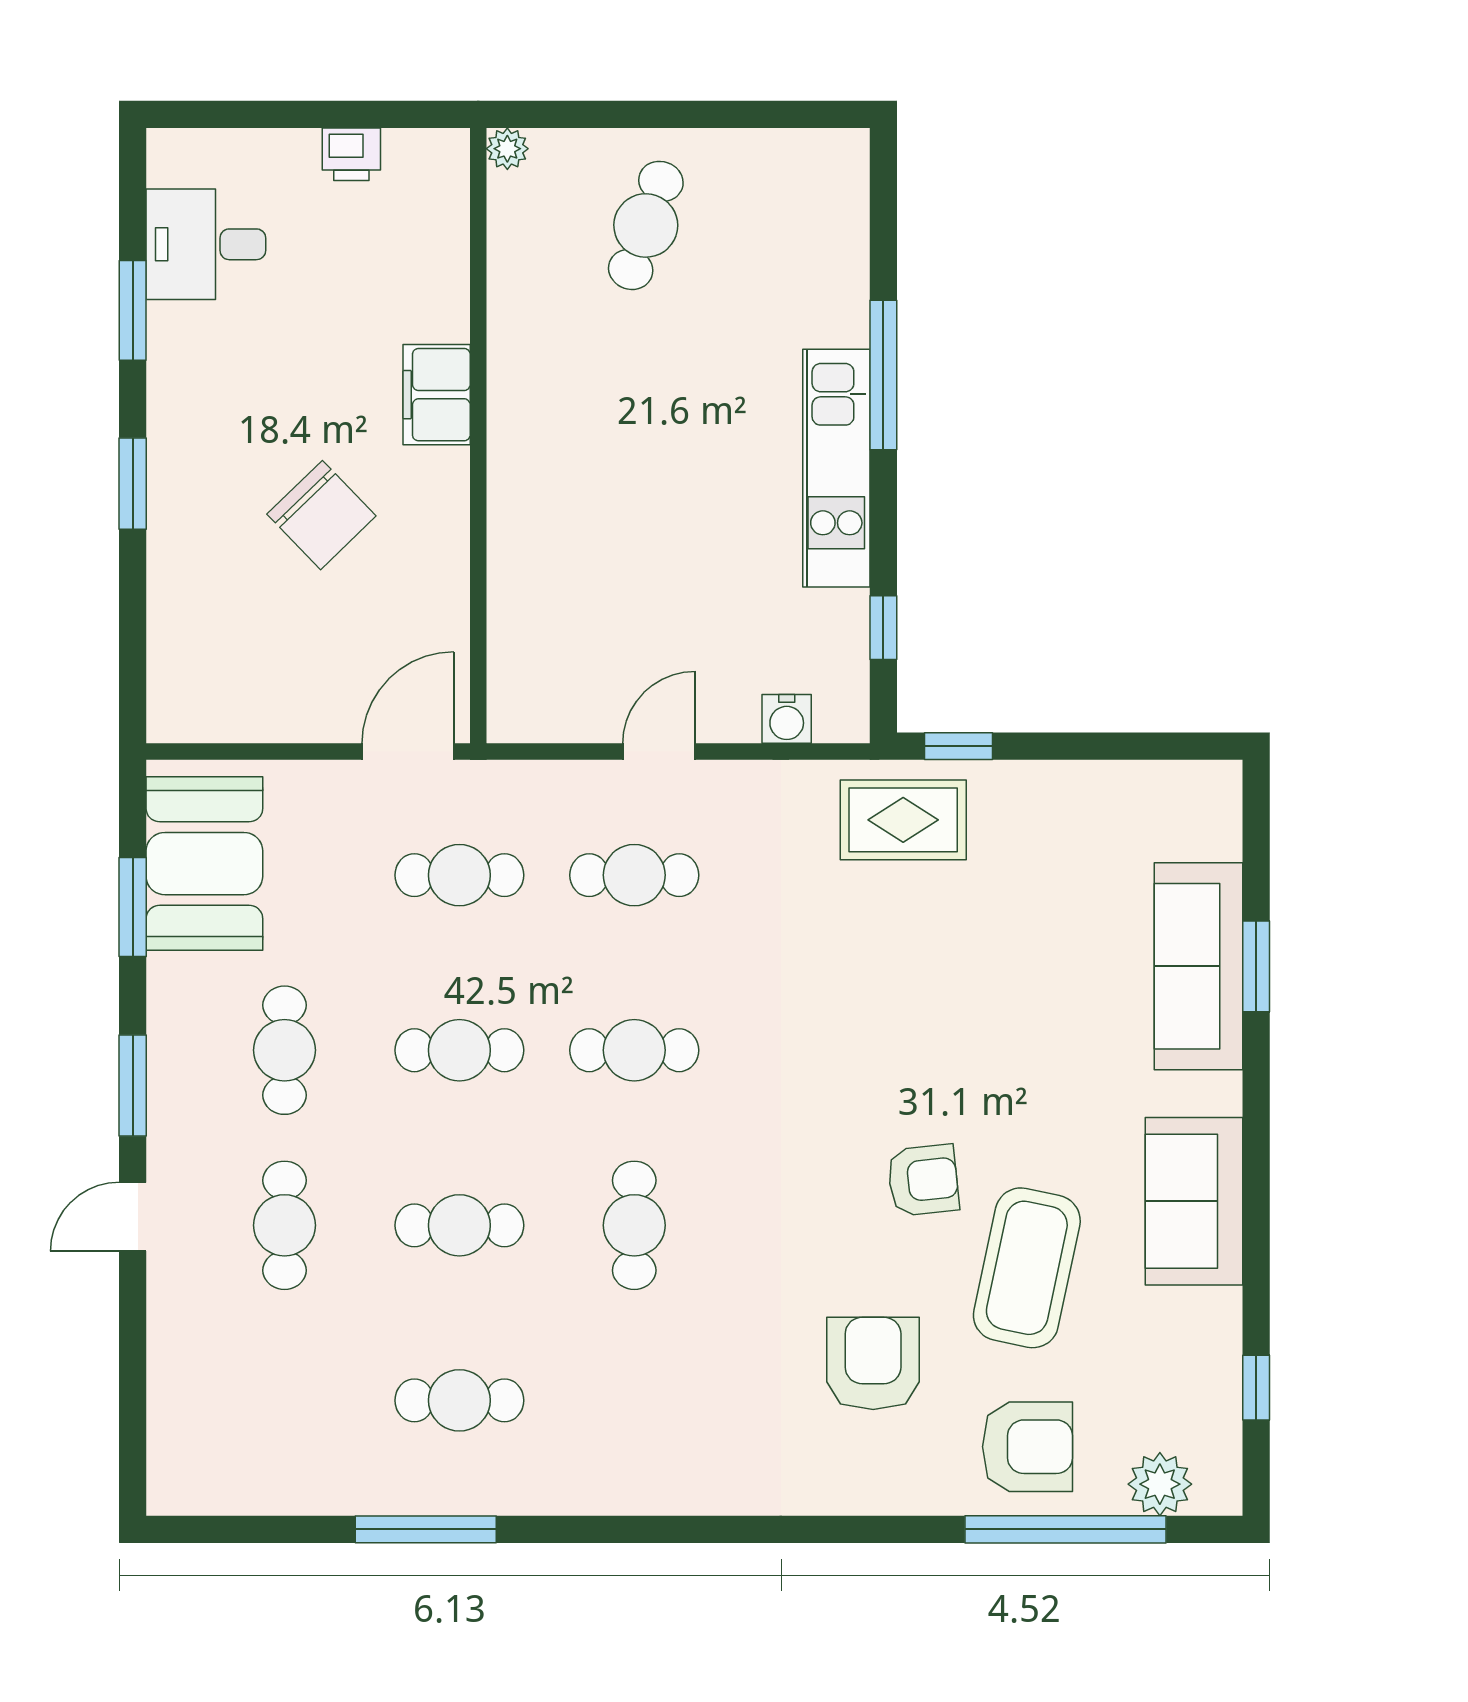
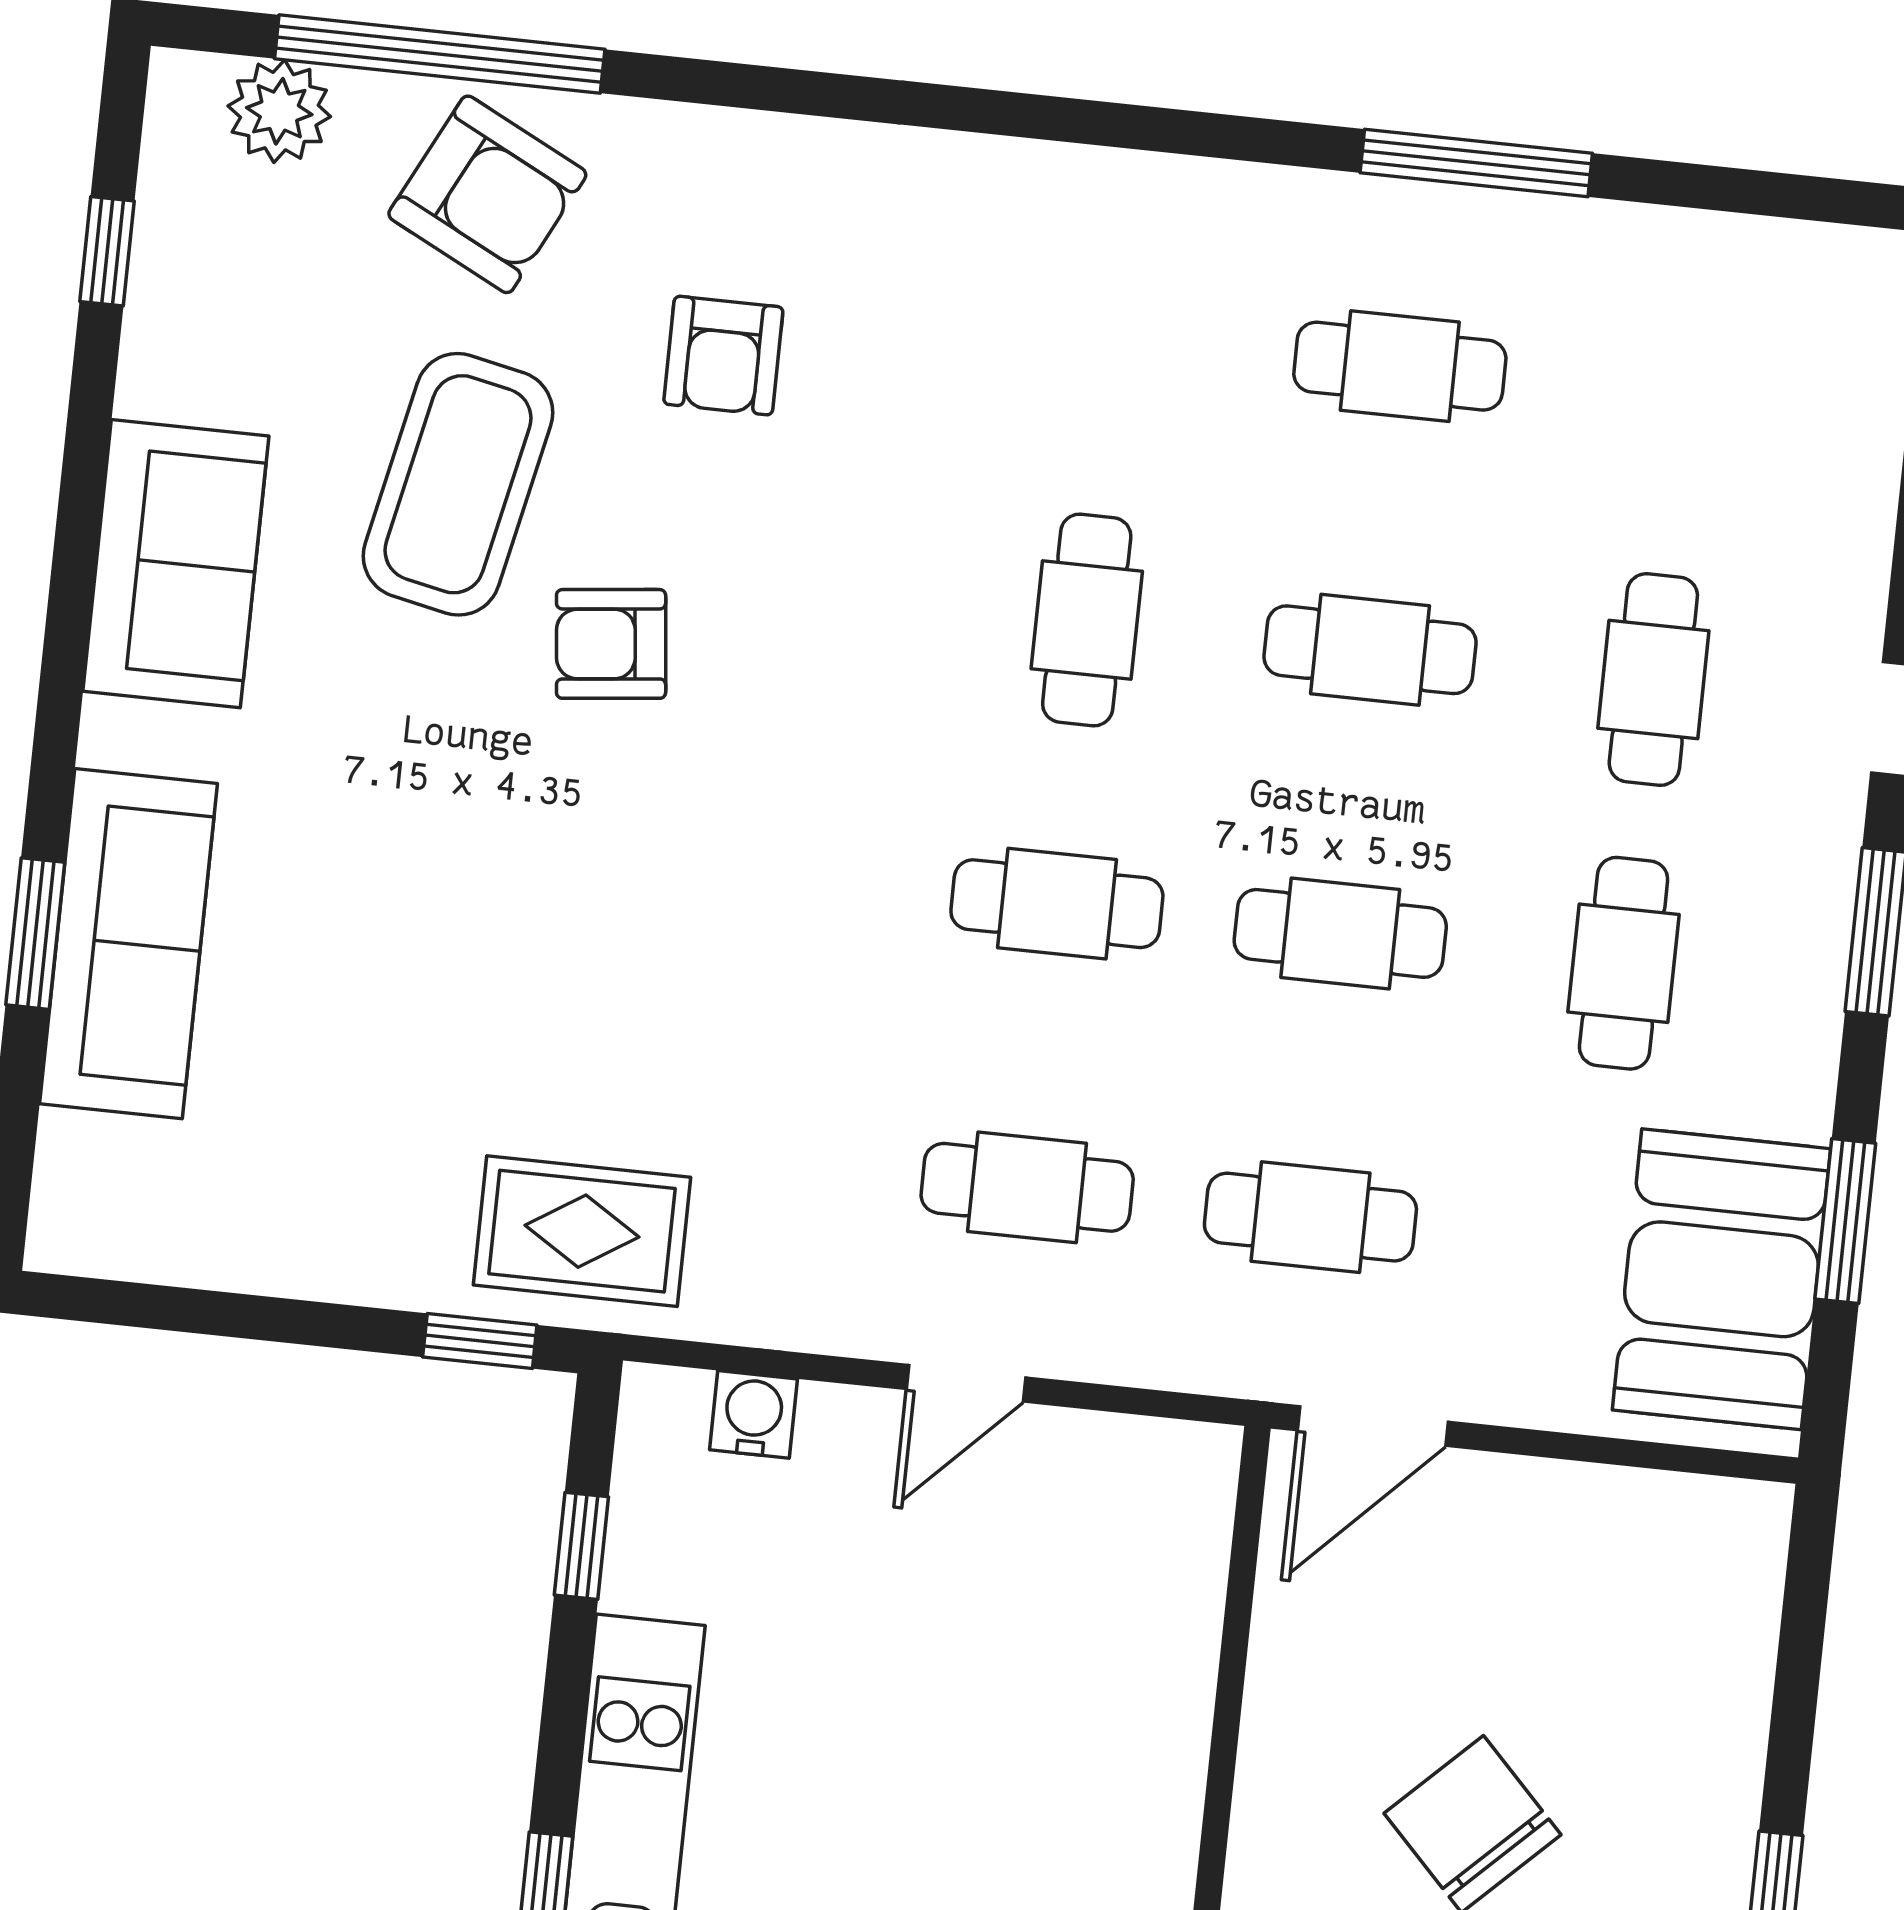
armchair: (873, 1363) -> (723, 356), width x0.72, depth x0.72
armchair: (1027, 1447) -> (487, 194), turned -153

